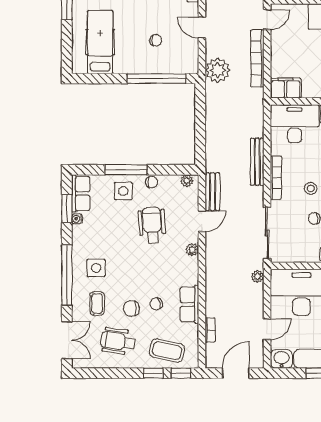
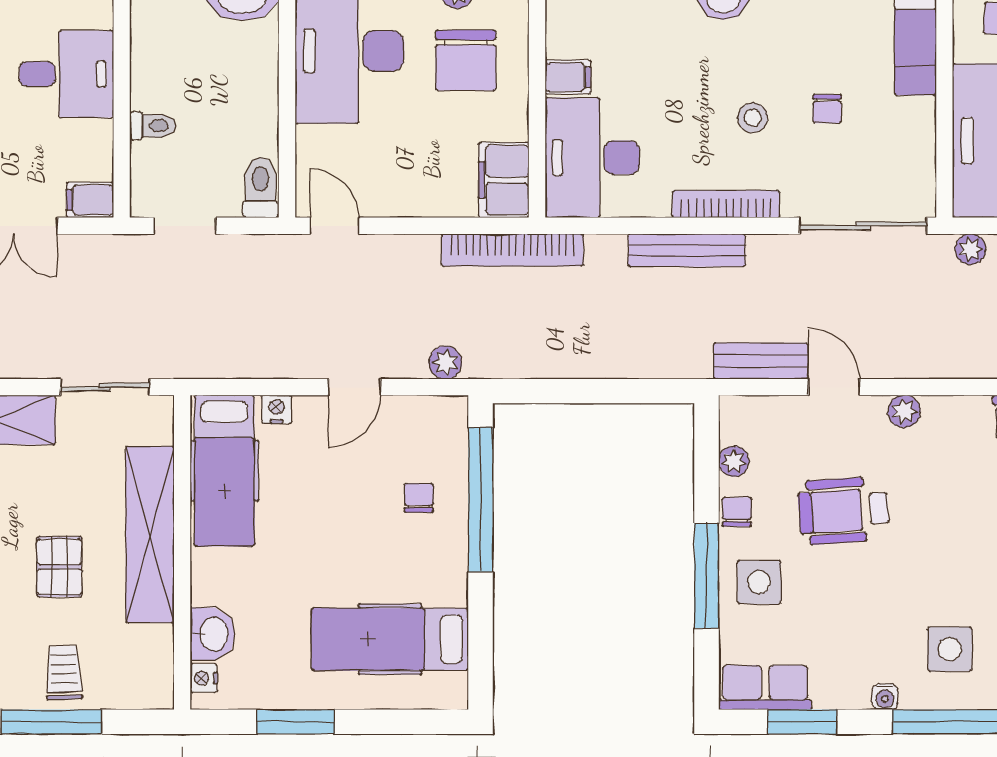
chair: (156, 40) -> (419, 498), moved
bookcase: (257, 58) -> (512, 250), moved
plant: (218, 70) -> (445, 362), width x0.53, depth x0.53
plant: (187, 181) -> (734, 461), moved
water cooler: (77, 219) -> (885, 697), moved

